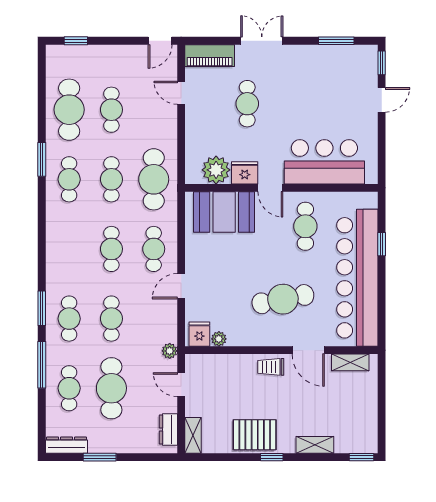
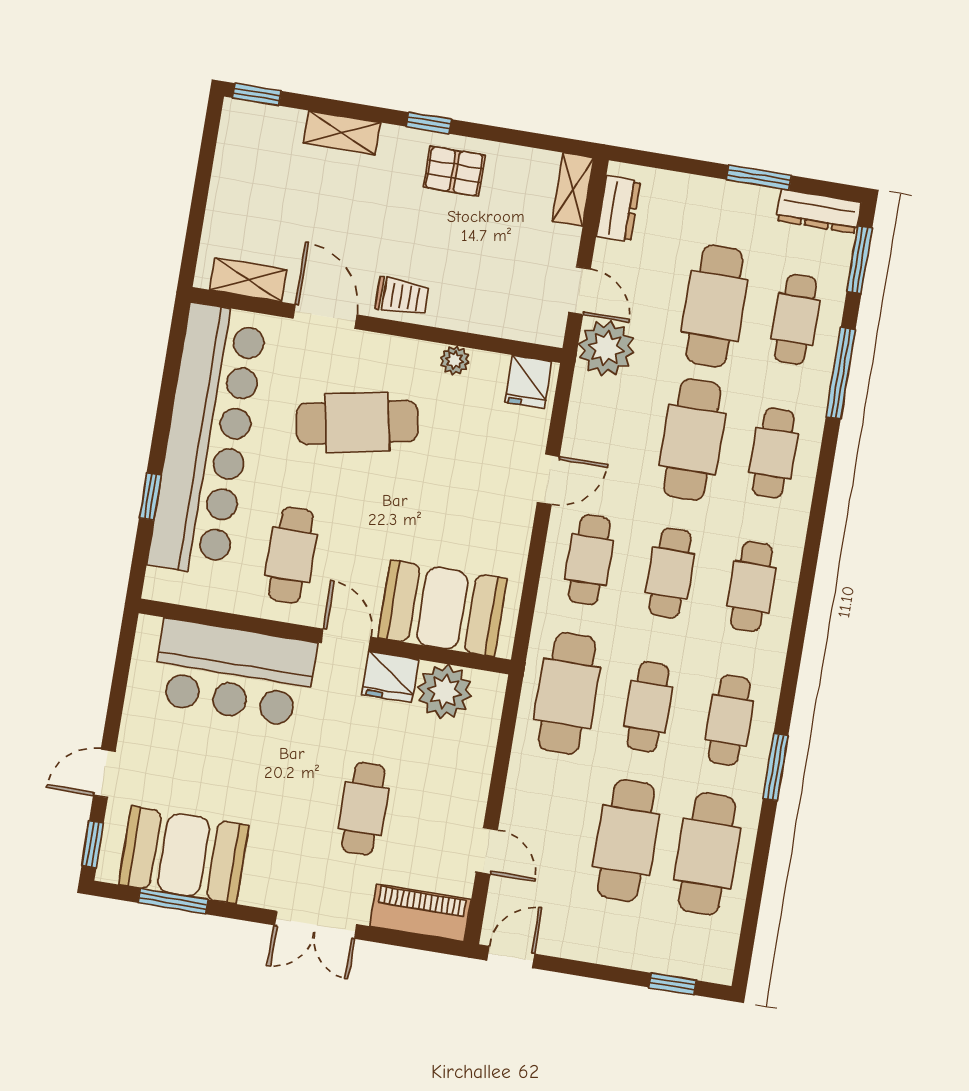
booth: (335, 65) -> (184, 855), added
cafe table: (111, 110) -> (626, 840), width x1.37, depth x1.35
cafe table: (69, 249) -> (751, 587), added
window: (42, 308) -> (859, 260), moved
cafe table: (111, 319) -> (692, 440), width x1.37, depth x1.35
plant: (219, 339) -> (455, 360), moved
plant: (170, 351) -> (606, 348), width x1.88, depth x1.88
pallet: (255, 435) -> (454, 171), width x0.67, depth x0.71

